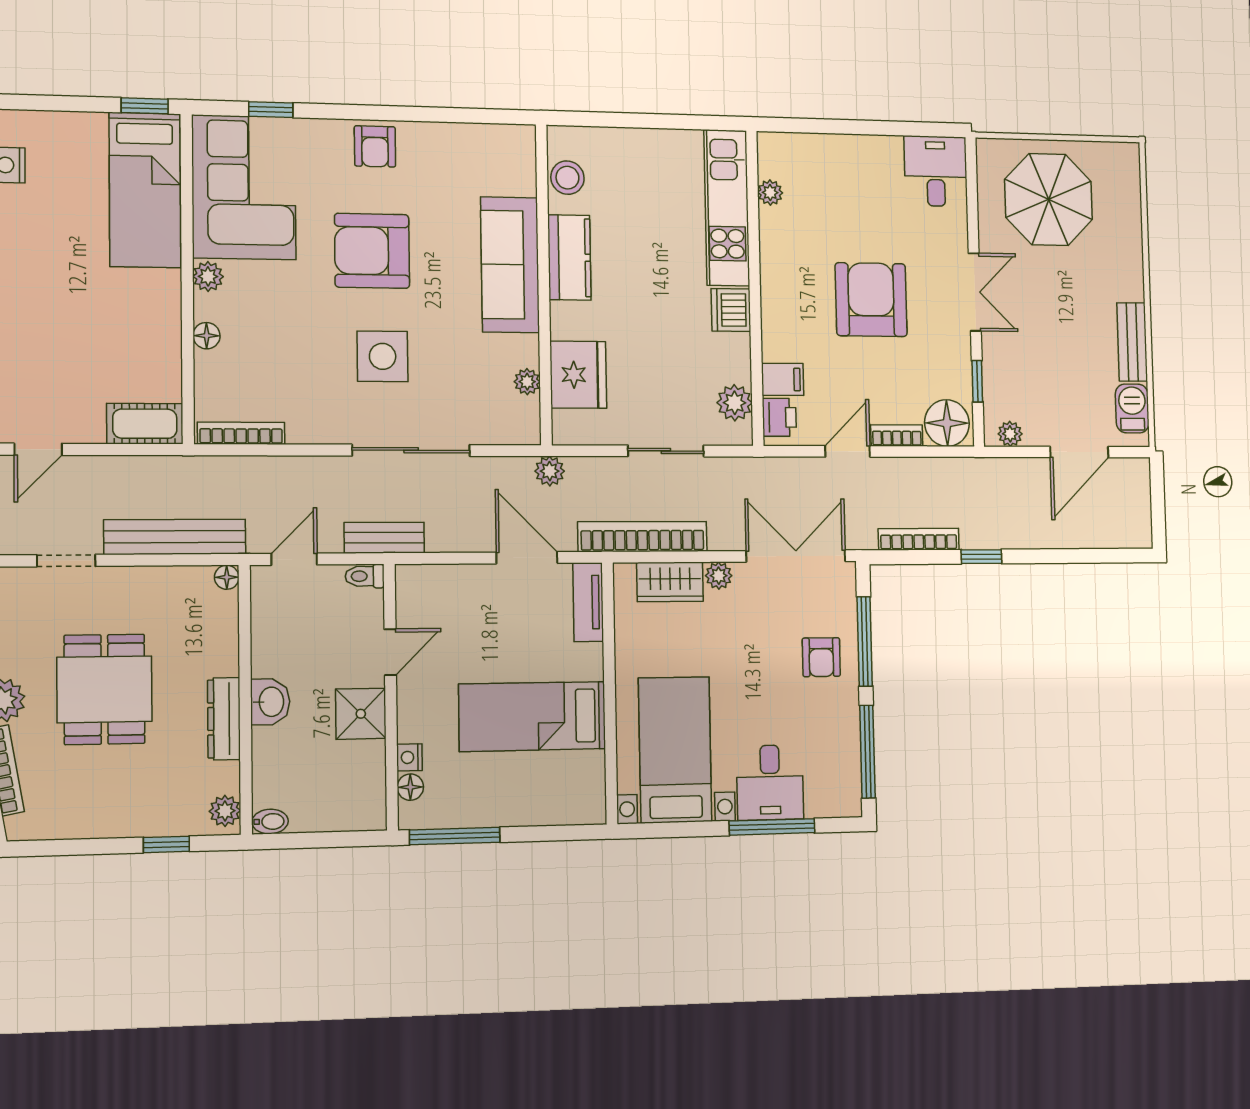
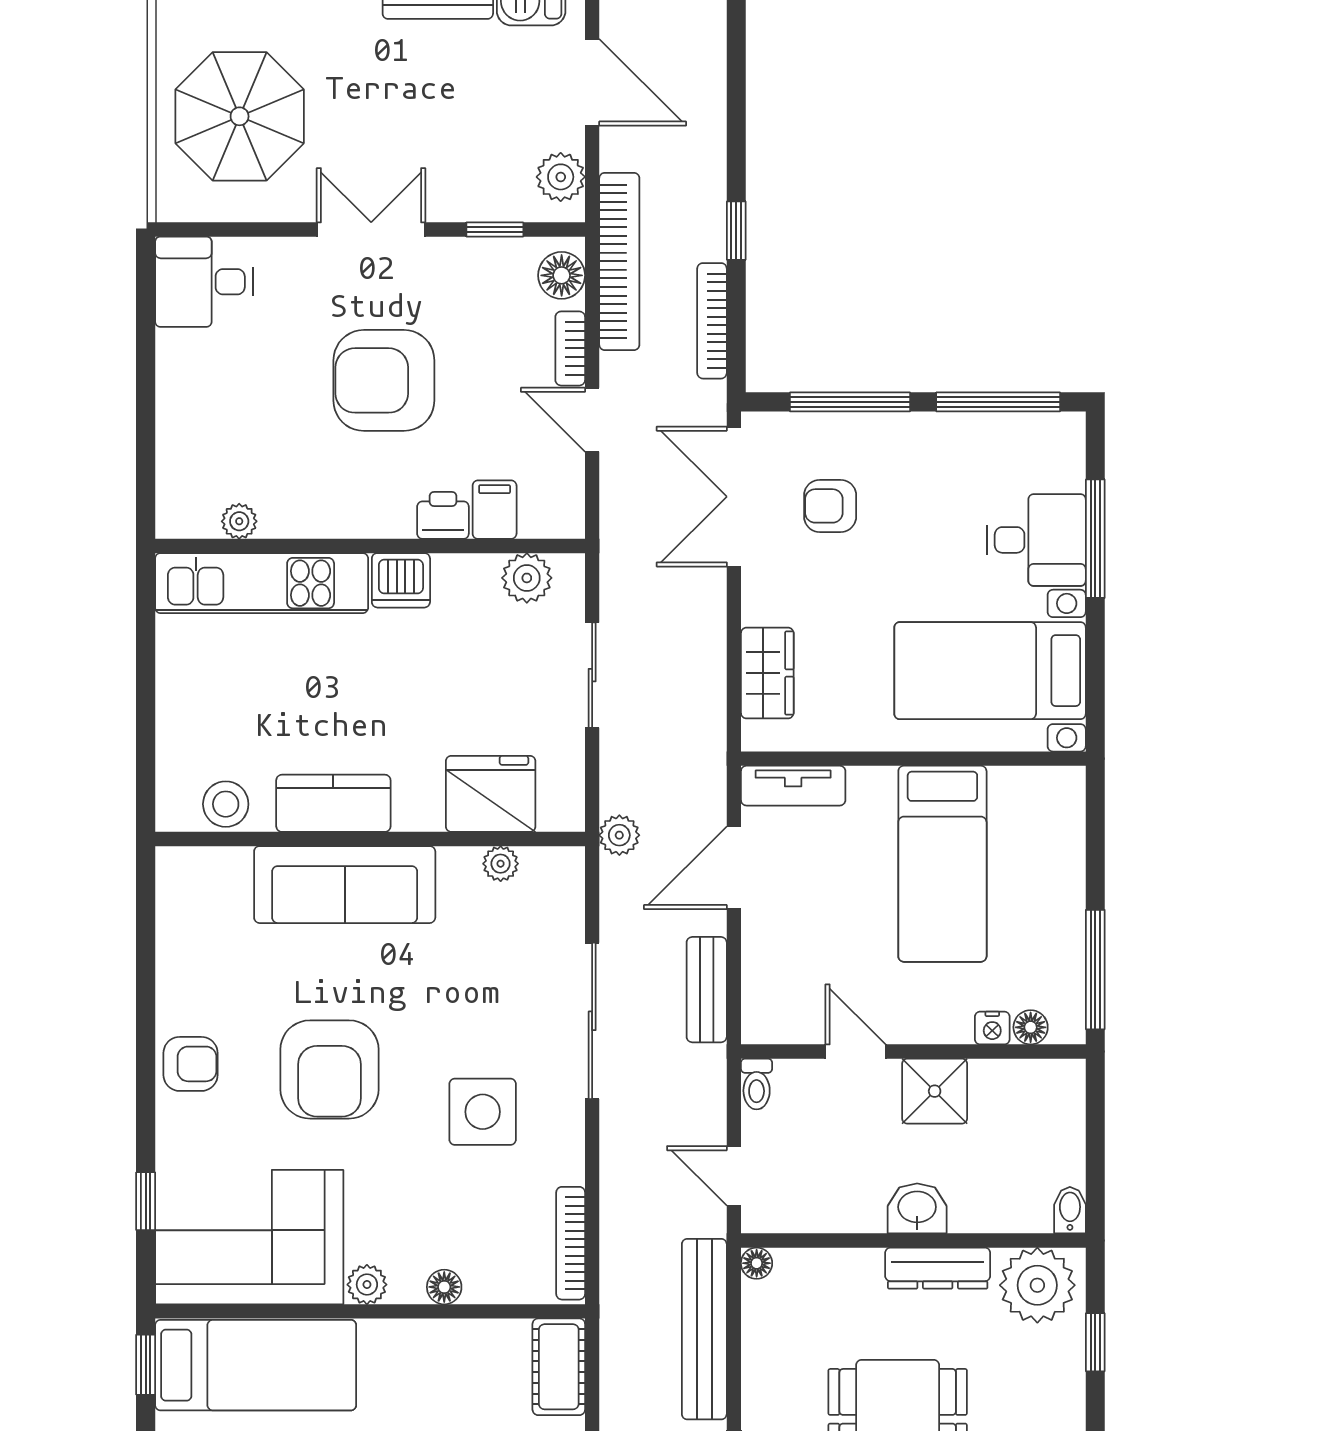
side table: (383, 356) -> (483, 1112), moved
printer: (779, 417) -> (443, 515), moved
floor lamp: (947, 423) -> (562, 275), width x0.73, depth x0.73
plant: (1010, 434) -> (561, 177), width x1.38, depth x1.38
bookcase: (643, 537) -> (619, 261), moved, turned 180
bench: (384, 538) -> (707, 990), moved
plant: (719, 576) -> (759, 605), removed
armchair: (821, 657) -> (830, 506), moved, turned 180
plant: (225, 811) -> (1037, 1285), width x1.87, depth x1.87

